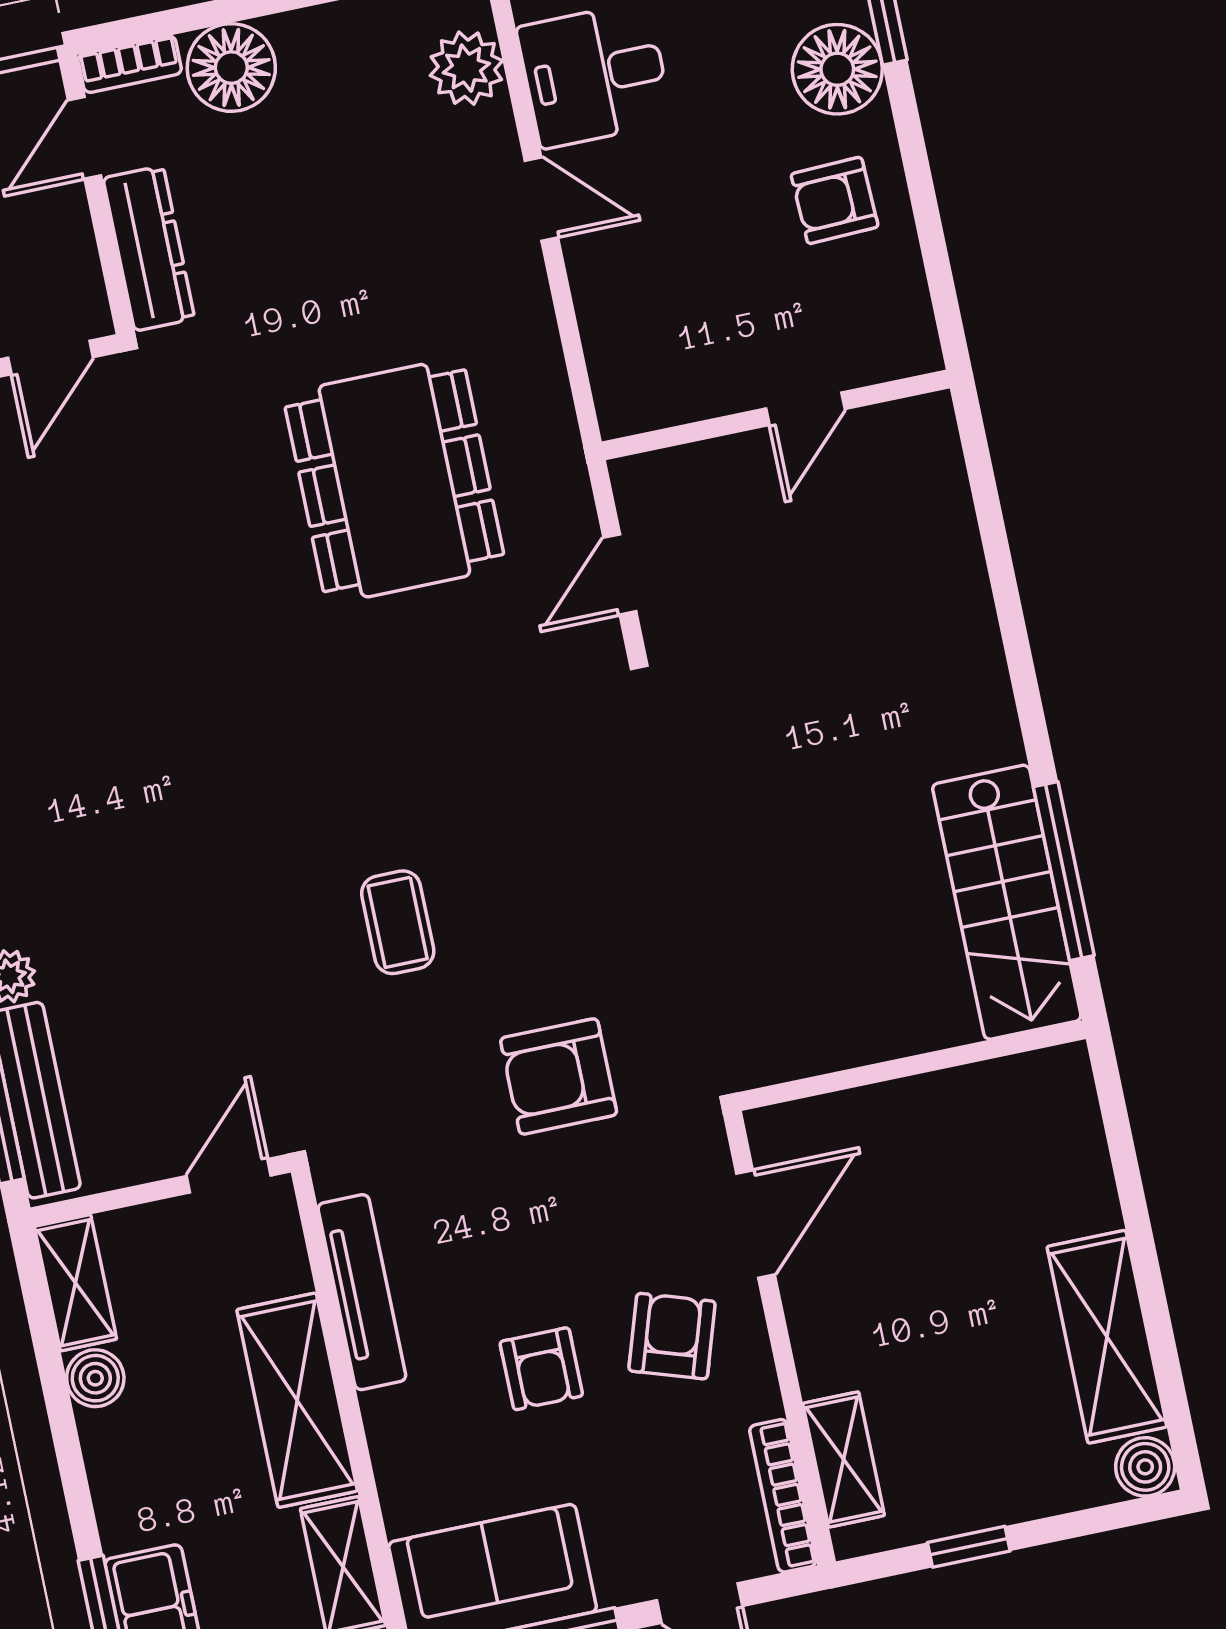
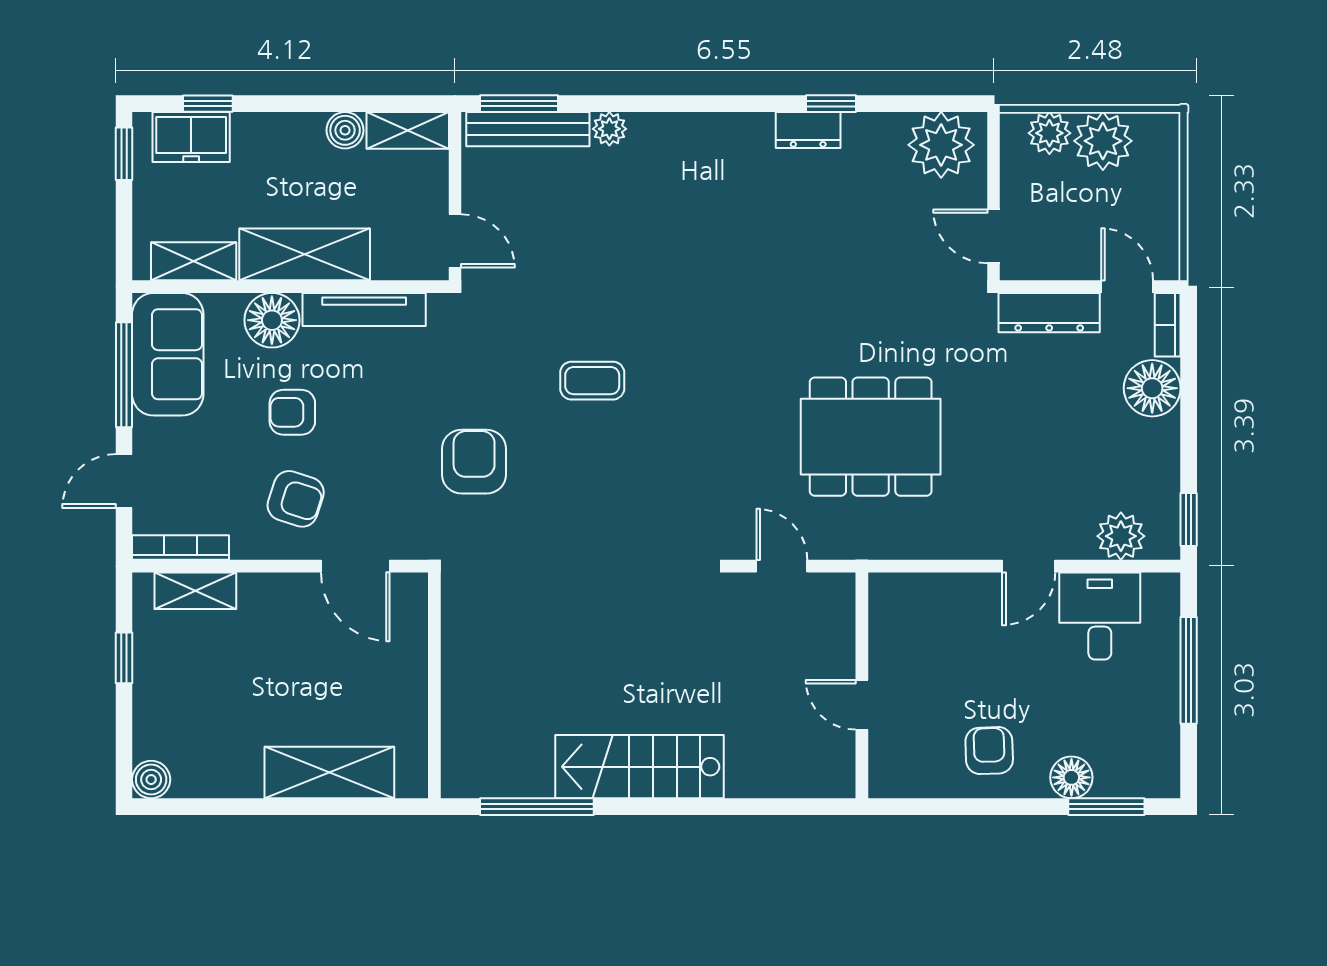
floor lamp: (837, 69) -> (1071, 777), width x0.73, depth x0.73
stairs: (1007, 902) -> (639, 767), moved
shelving: (1107, 1337) -> (329, 773), moved
floor lamp: (408, 1429) -> (272, 320), added

